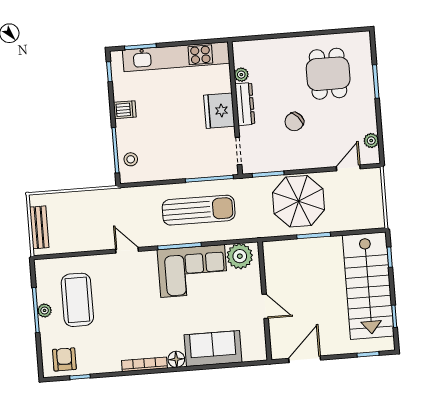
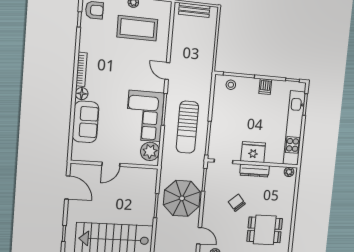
plant: (241, 75) -> (289, 172), moved
door: (127, 250) -> (167, 71), swing flipped

